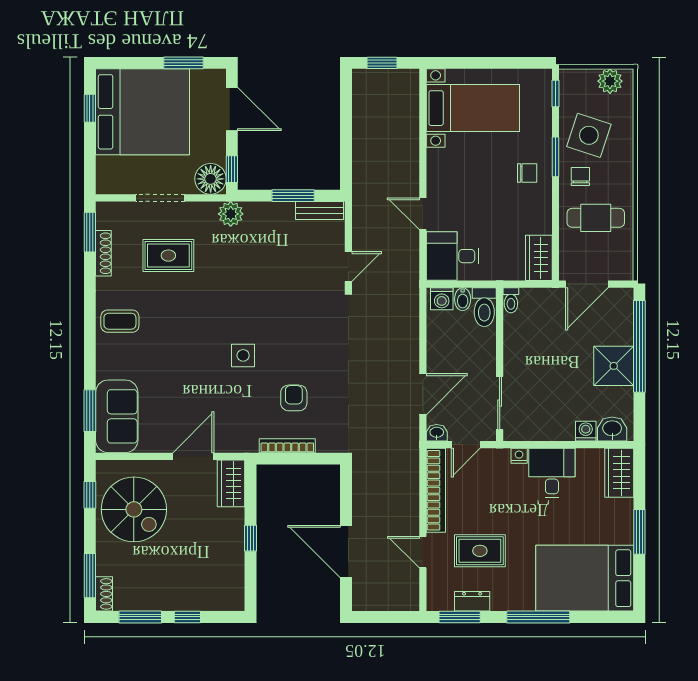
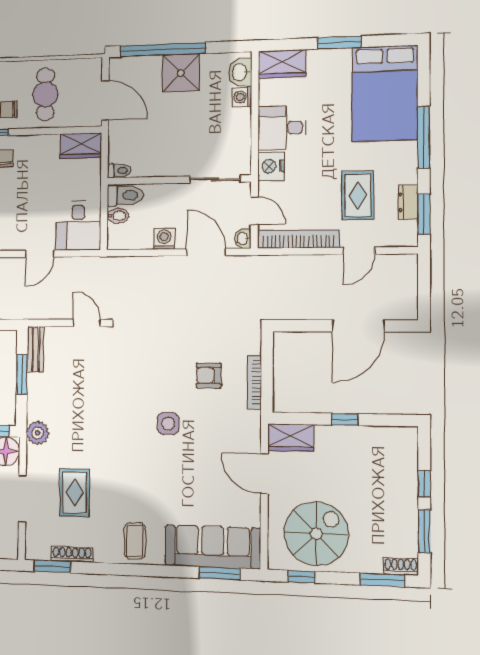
washing machine: (442, 299) -> (164, 239), moved, turned -90
sofa: (117, 416) -> (213, 547), width x1.36
nightstand: (519, 456) -> (271, 166), width x1.89, depth x1.79

